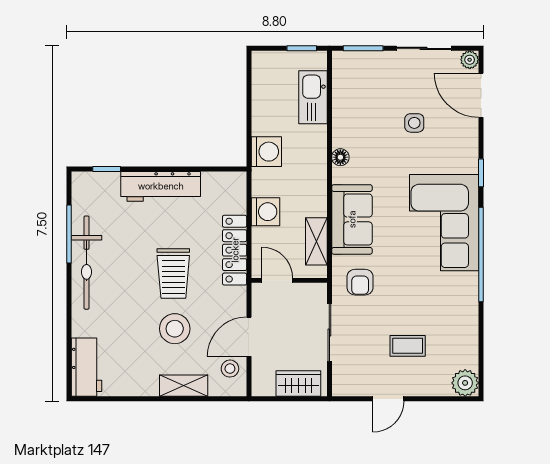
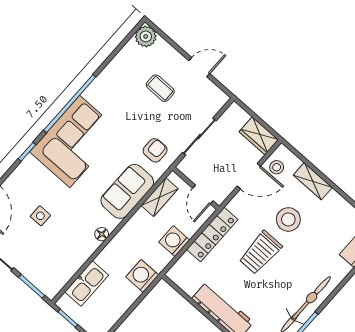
trolley: (173, 273) -> (260, 253), turned 180
wardrobe: (298, 383) -> (259, 136), moved

